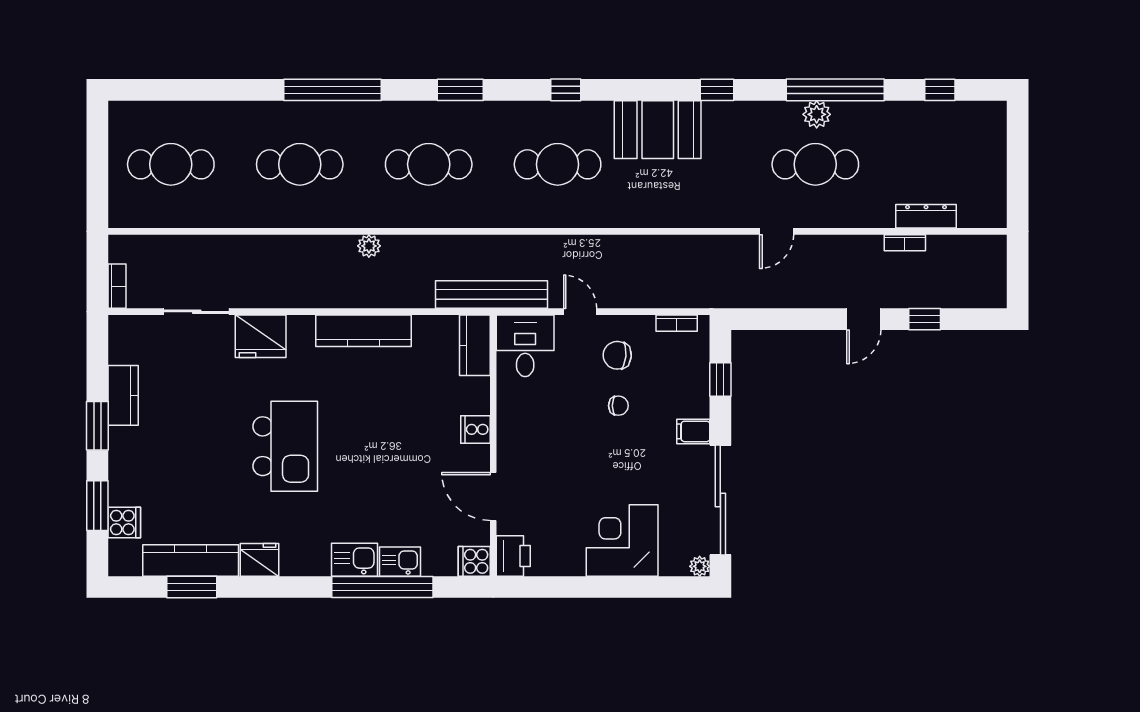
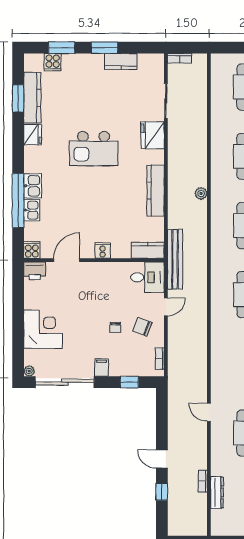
chair: (617, 355) -> (142, 327), turned -74

